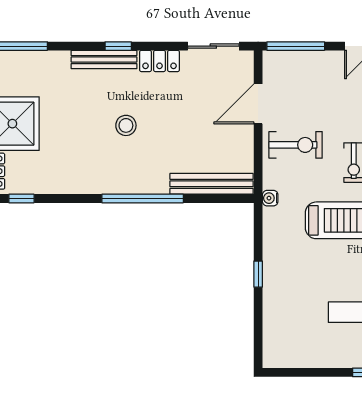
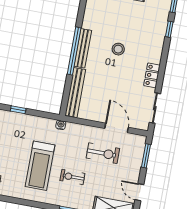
window: (118, 46) -> (169, 29), moved
window: (296, 46) -> (146, 156), width x0.69
bench: (104, 60) -> (83, 48), moved
exercise bike: (296, 145) -> (103, 153), moved, turned -90

